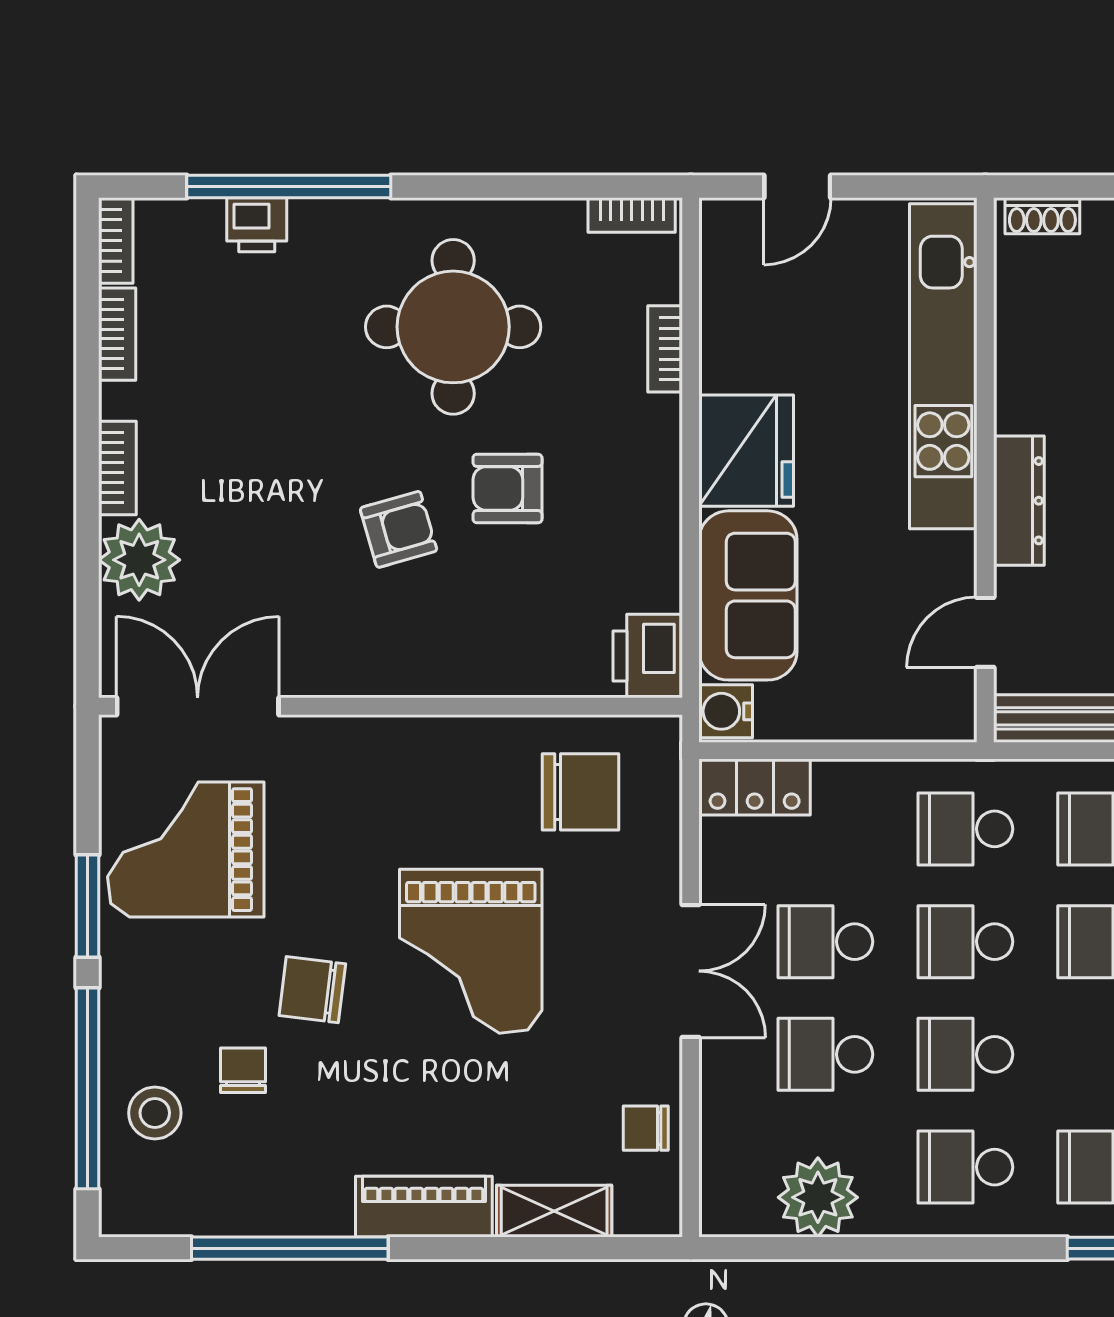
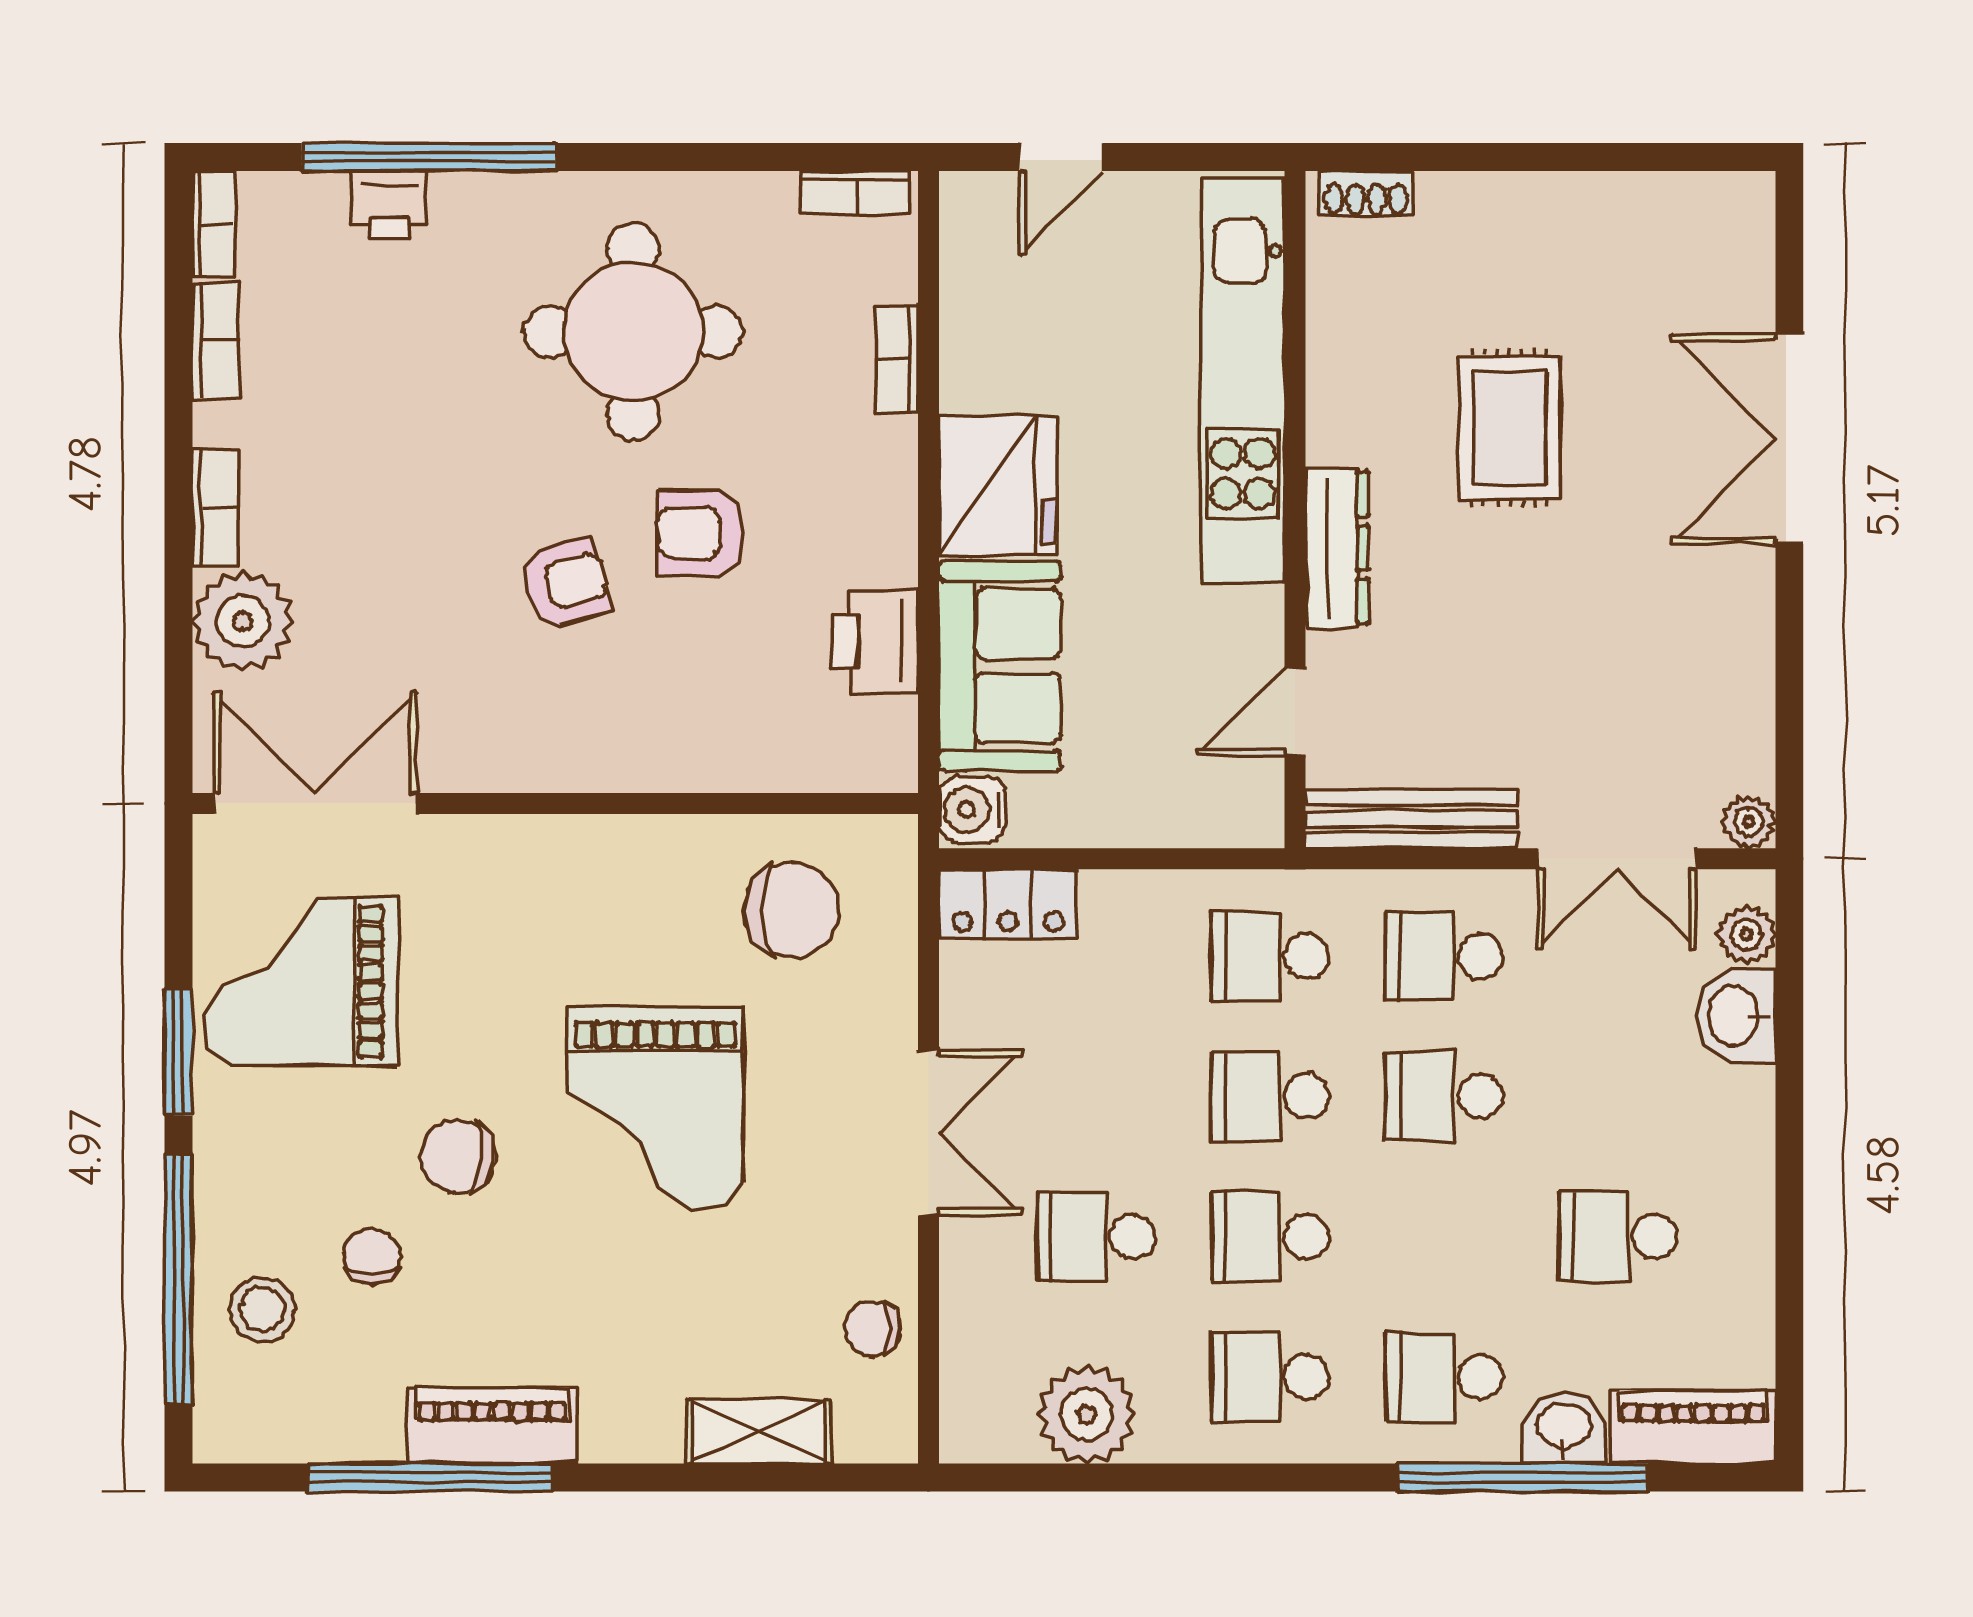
printer: (648, 656) -> (875, 642), moved
school desk: (825, 942) -> (1096, 1096), removed
piano: (424, 1207) -> (492, 1426), moved

